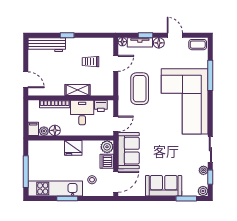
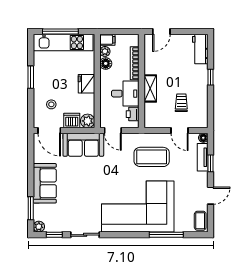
floor lamp: (159, 43) -> (202, 178), removed
workbench: (47, 45) -> (200, 49), width x0.73
plant: (203, 170) -> (62, 227), removed
kitchen unit: (55, 188) -> (63, 42), moved, turned 90

